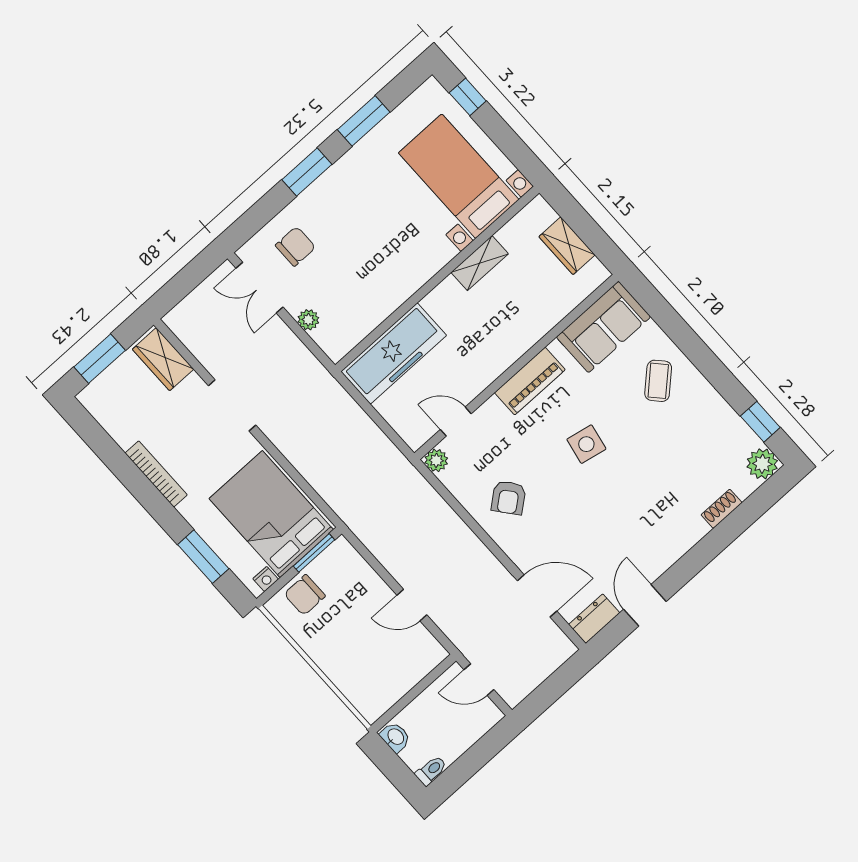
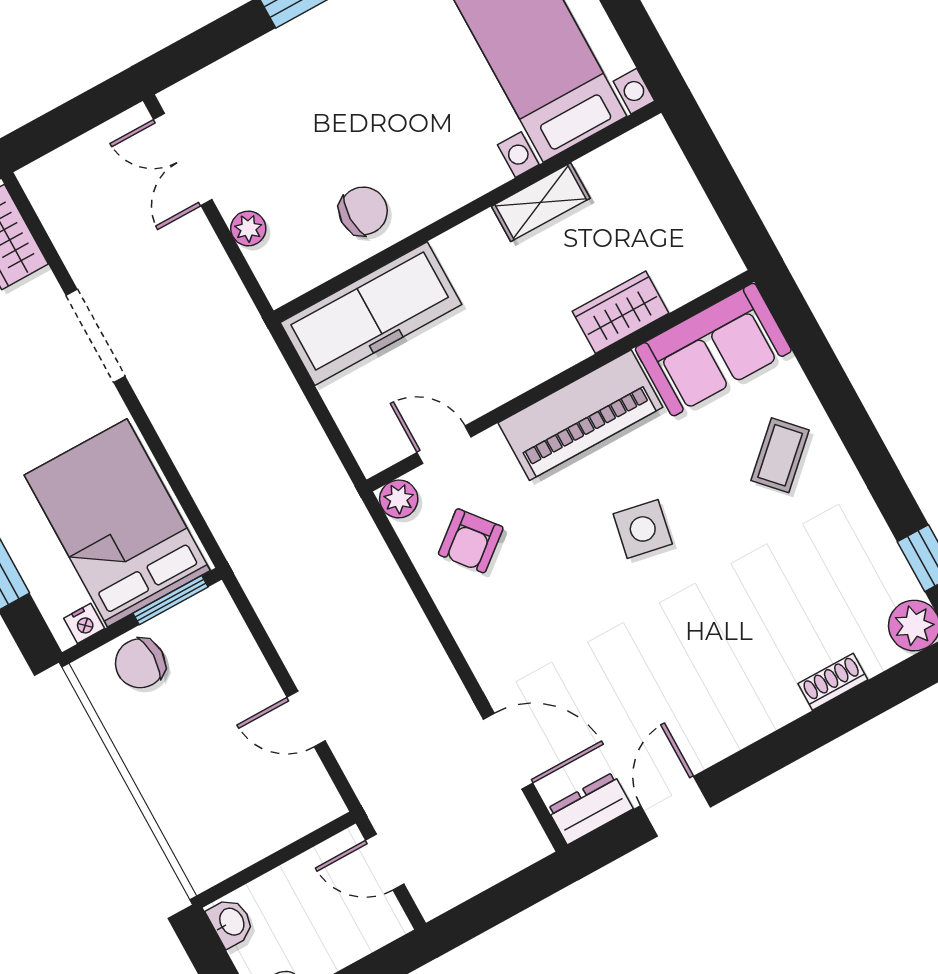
chair: (295, 246) -> (363, 211), moved
wardrobe: (567, 246) -> (621, 312), moved, turned 90
piano: (530, 381) -> (580, 415), width x1.37, depth x1.33
armchair: (508, 498) -> (471, 541), moved

